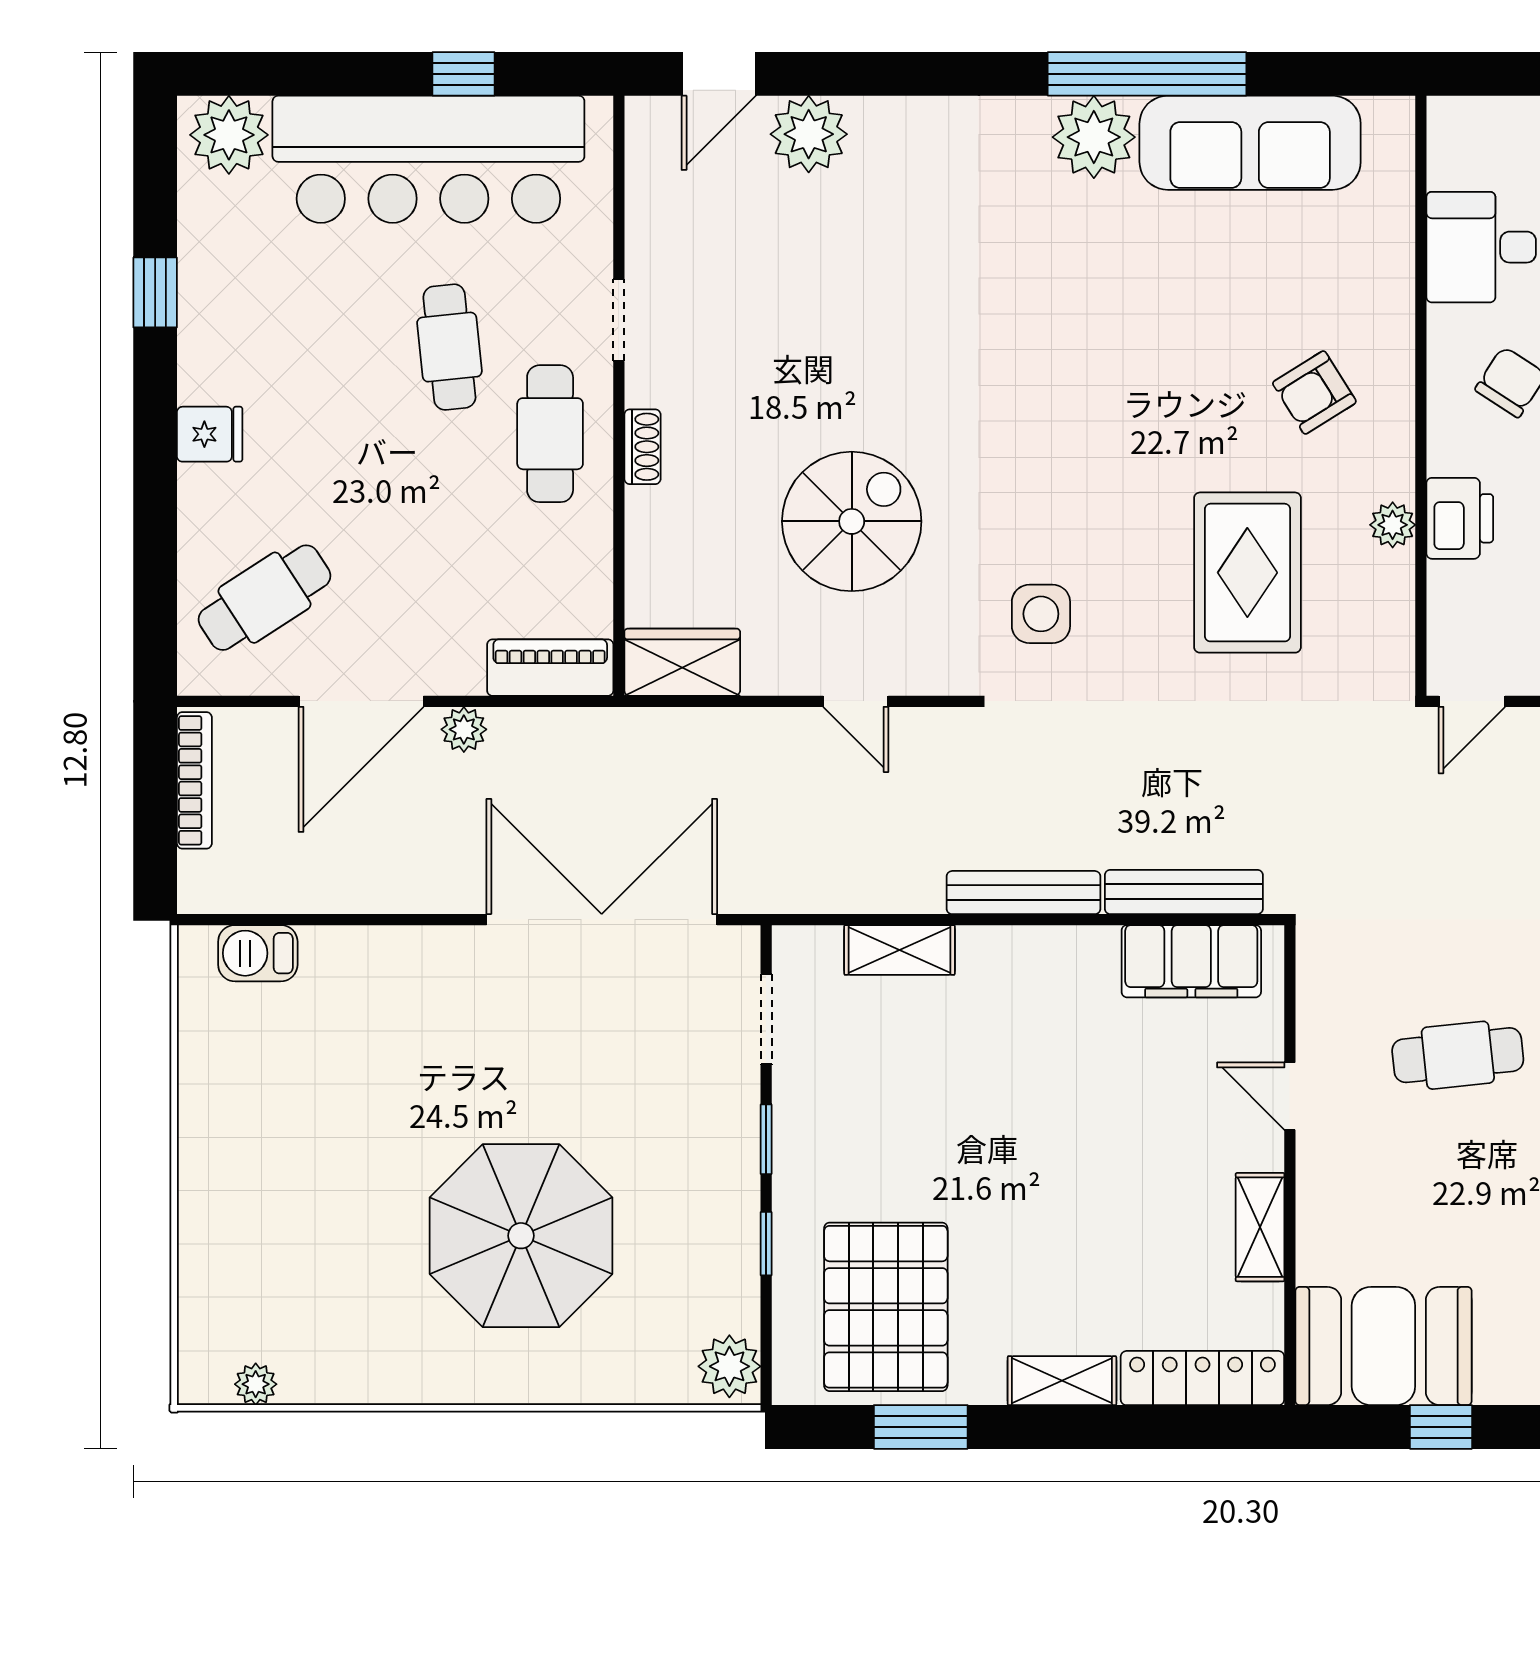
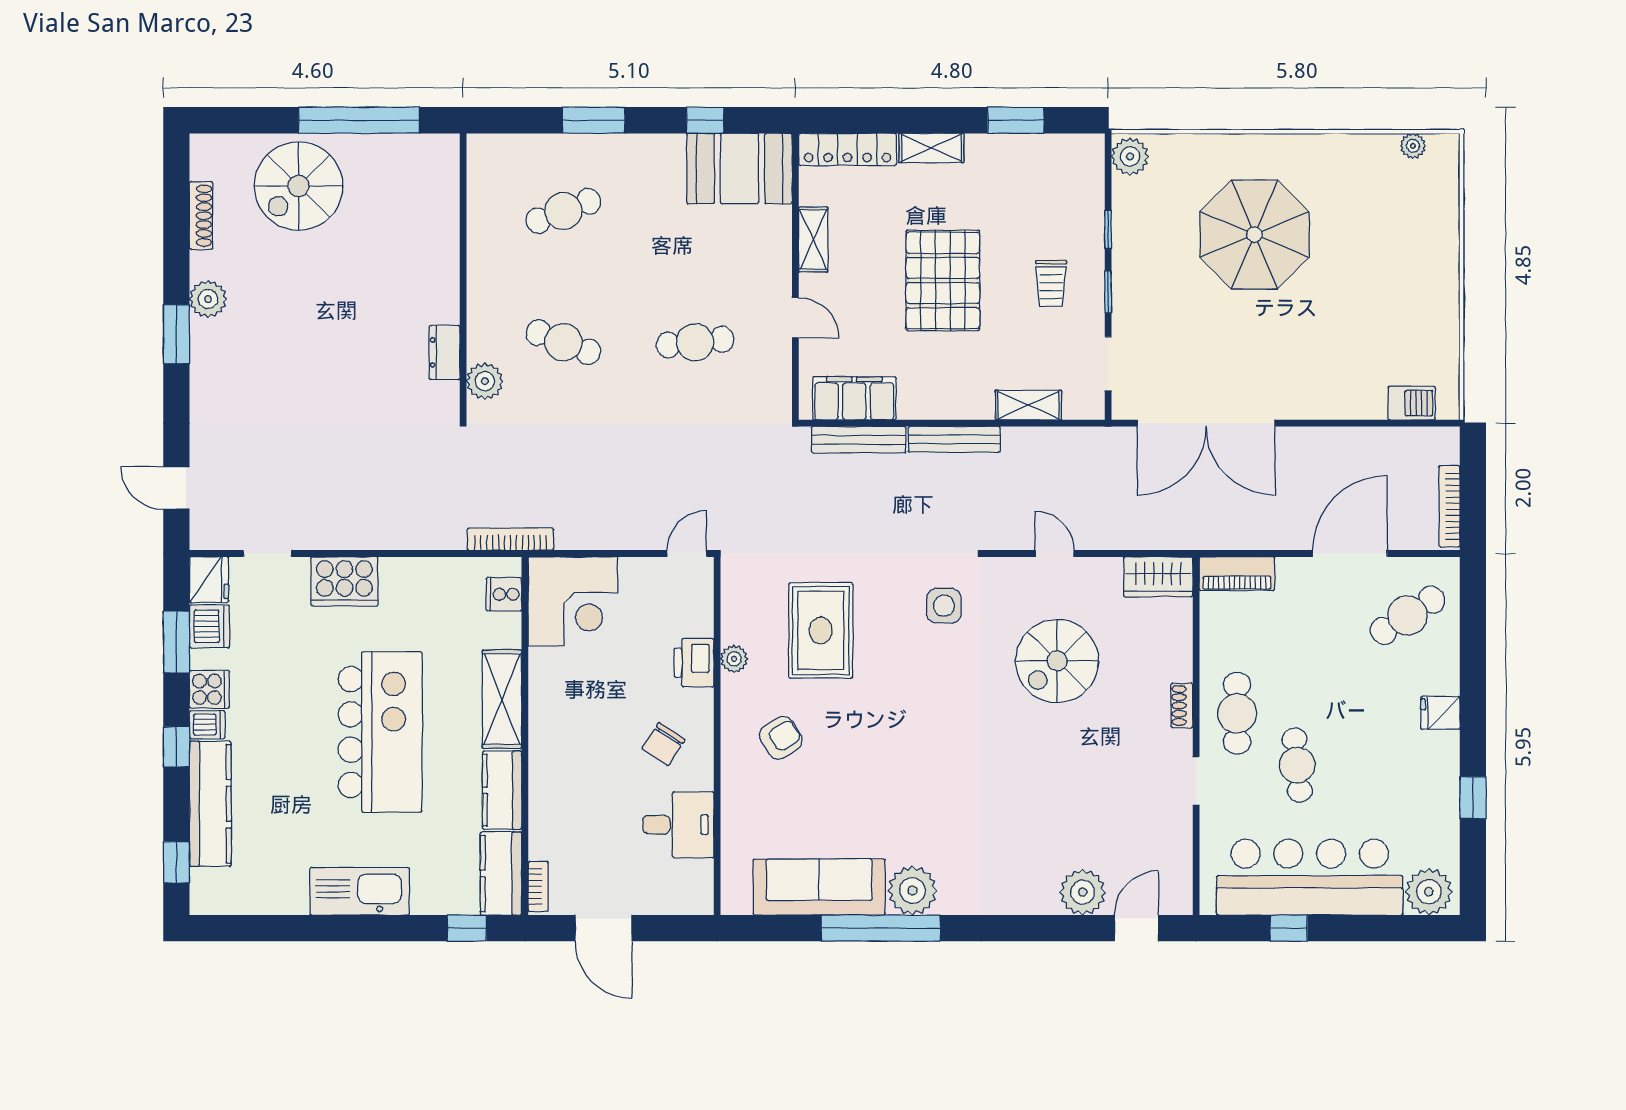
plant: (464, 729) -> (1289, 537), removed
trolley: (862, 1154) -> (1051, 283), added
pallet: (886, 1307) -> (943, 281), moved

